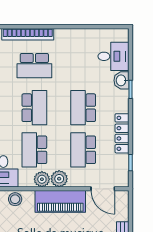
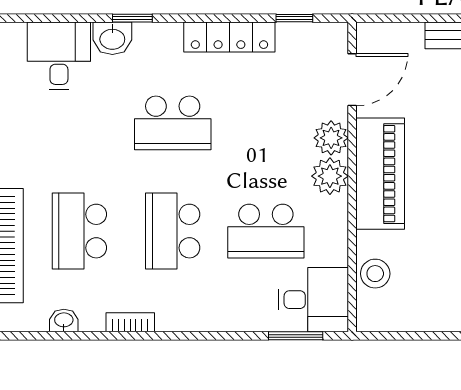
school desk: (34, 66) -> (79, 231), turned 180
school desk: (34, 108) -> (173, 231), turned -90
school desk: (83, 150) -> (266, 123), removed
plant: (42, 179) -> (331, 138), moved

